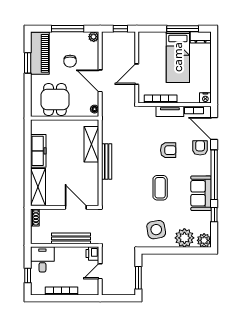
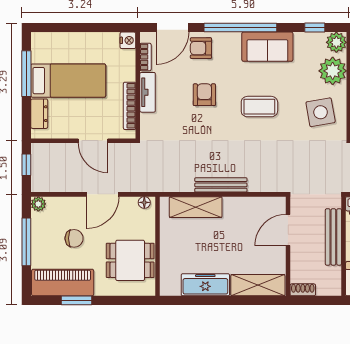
dresser: (200, 37) -> (39, 114), moved
window: (214, 215) -> (315, 27), moved

